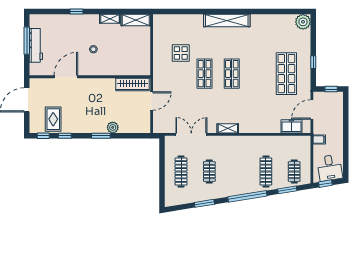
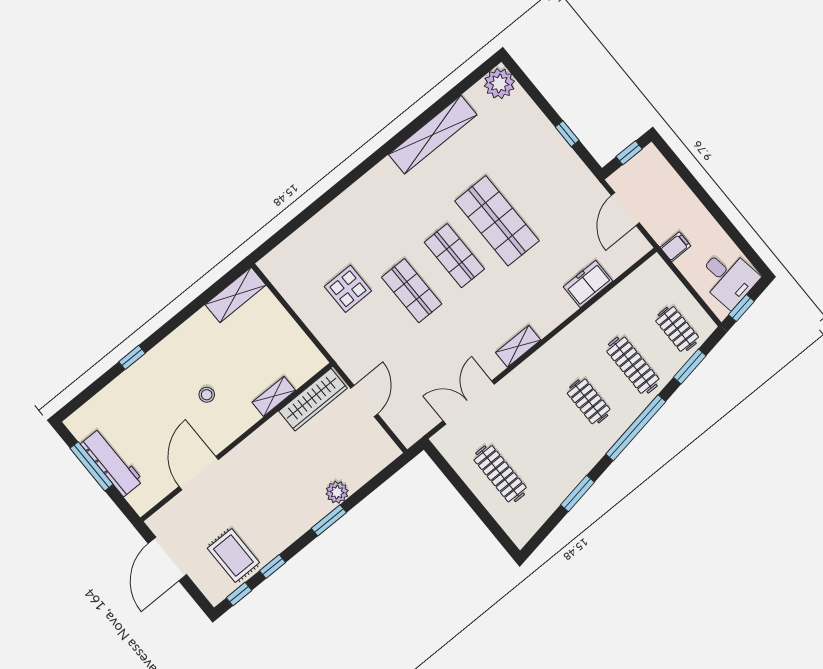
shelving: (110, 19) -> (274, 396), moved
shelving: (227, 20) -> (433, 135), moved
shop shelf: (286, 74) -> (497, 221), moved
freezer: (291, 126) -> (588, 284), moved
clothes rail: (209, 172) -> (589, 401), moved

